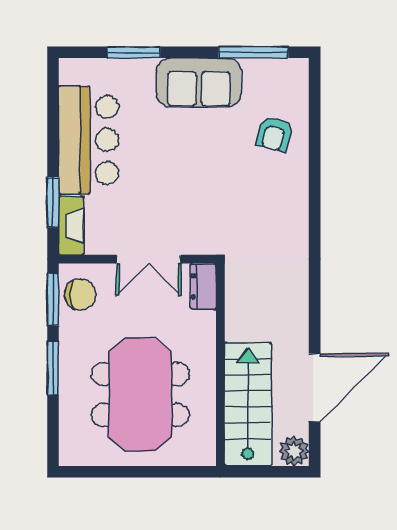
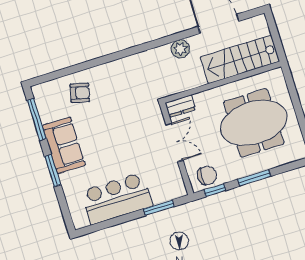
window: (134, 52) -> (53, 170), moved
fireplace: (71, 226) -> (169, 193), removed
chair: (80, 294) -> (207, 175), turned 90
window: (53, 299) -> (215, 190), width x0.67
plant: (294, 451) -> (180, 49), moved

